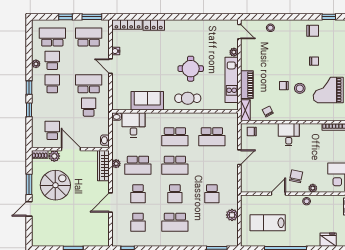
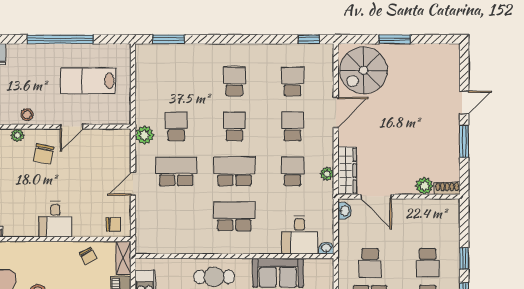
school desk: (52, 130) -> (427, 263), moved
school desk: (212, 137) -> (176, 171), moved
door: (71, 149) -> (376, 197), moved
school desk: (138, 165) -> (293, 171), width x0.54
spiral stairs: (55, 185) -> (364, 70), moved
plant: (232, 215) -> (144, 135), moved
school desk: (175, 222) -> (234, 82), width x0.54
lab bench: (268, 223) -> (88, 81), turned 180

